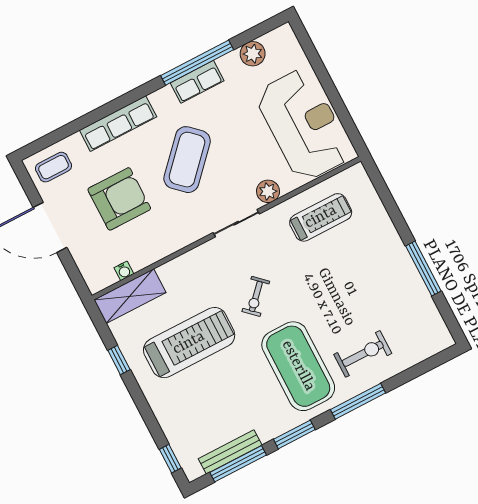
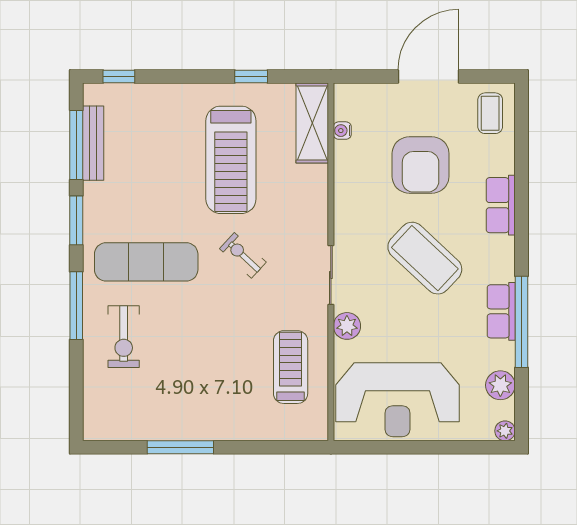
plant: (285, 33) -> (505, 431), added
row of seats: (118, 124) -> (501, 205), width x0.68
treadmill: (321, 217) -> (291, 367), turned 180
exercise mat: (298, 366) -> (146, 262), width x0.68

